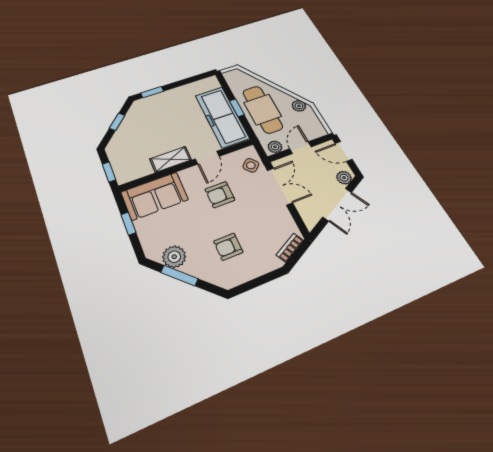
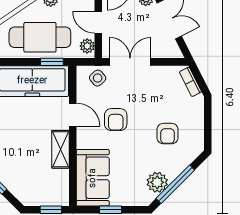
window: (237, 108) -> (52, 62), moved
window: (179, 276) -> (175, 184), width x1.44

